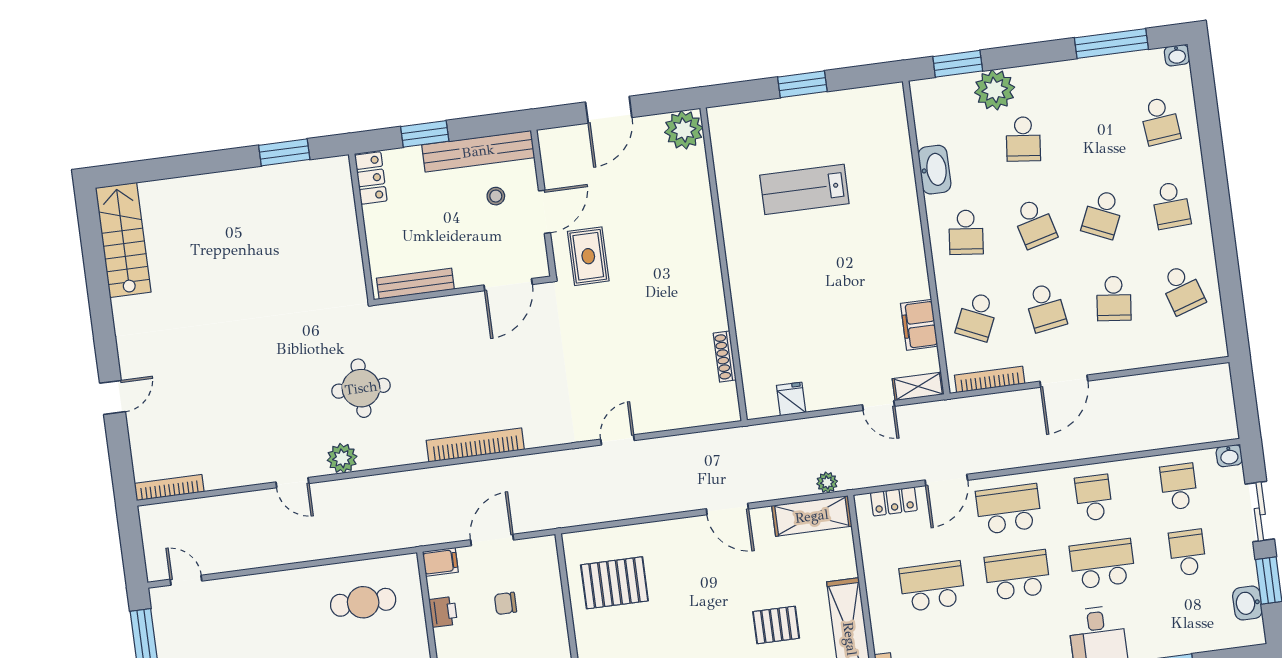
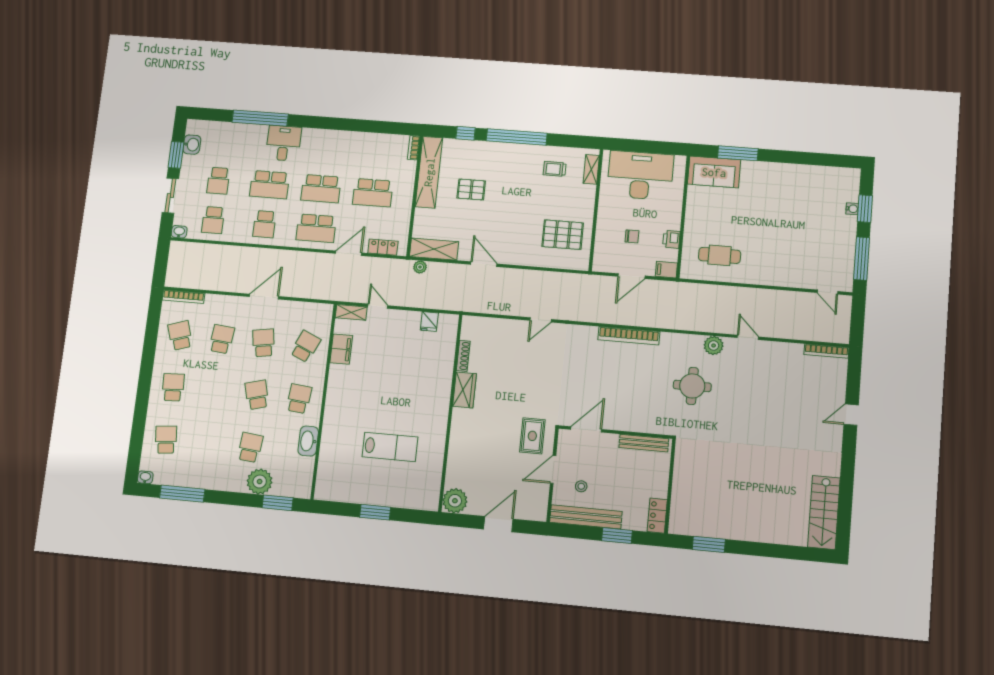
school desk: (1103, 214) -> (215, 391), removed
wardrobe: (710, 304) -> (464, 390), added
bookcase: (990, 379) -> (183, 297), moved

